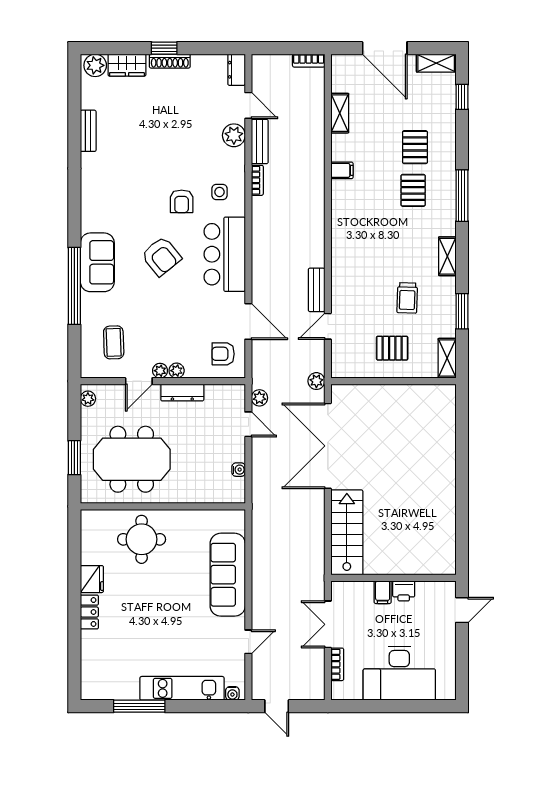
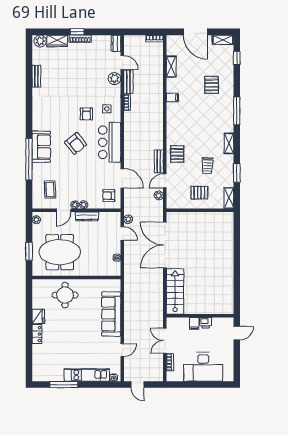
pallet: (413, 190) -> (177, 154), moved
plant: (316, 381) -> (159, 195), moved

